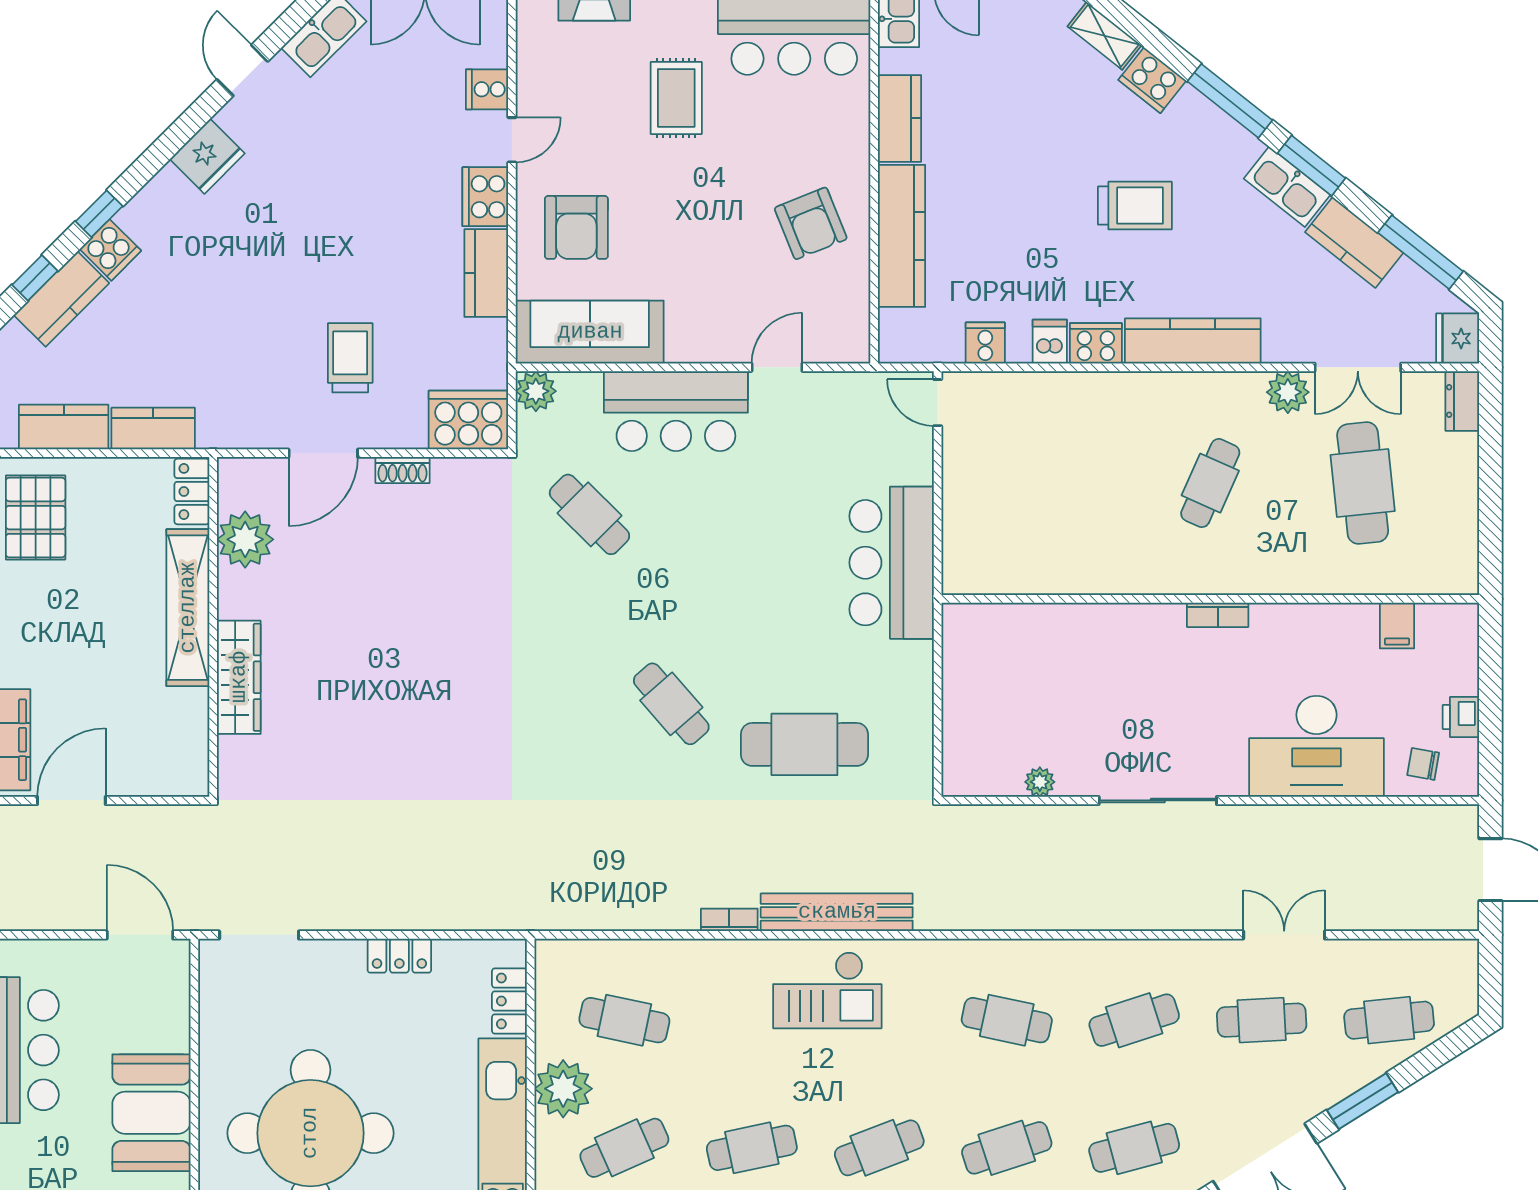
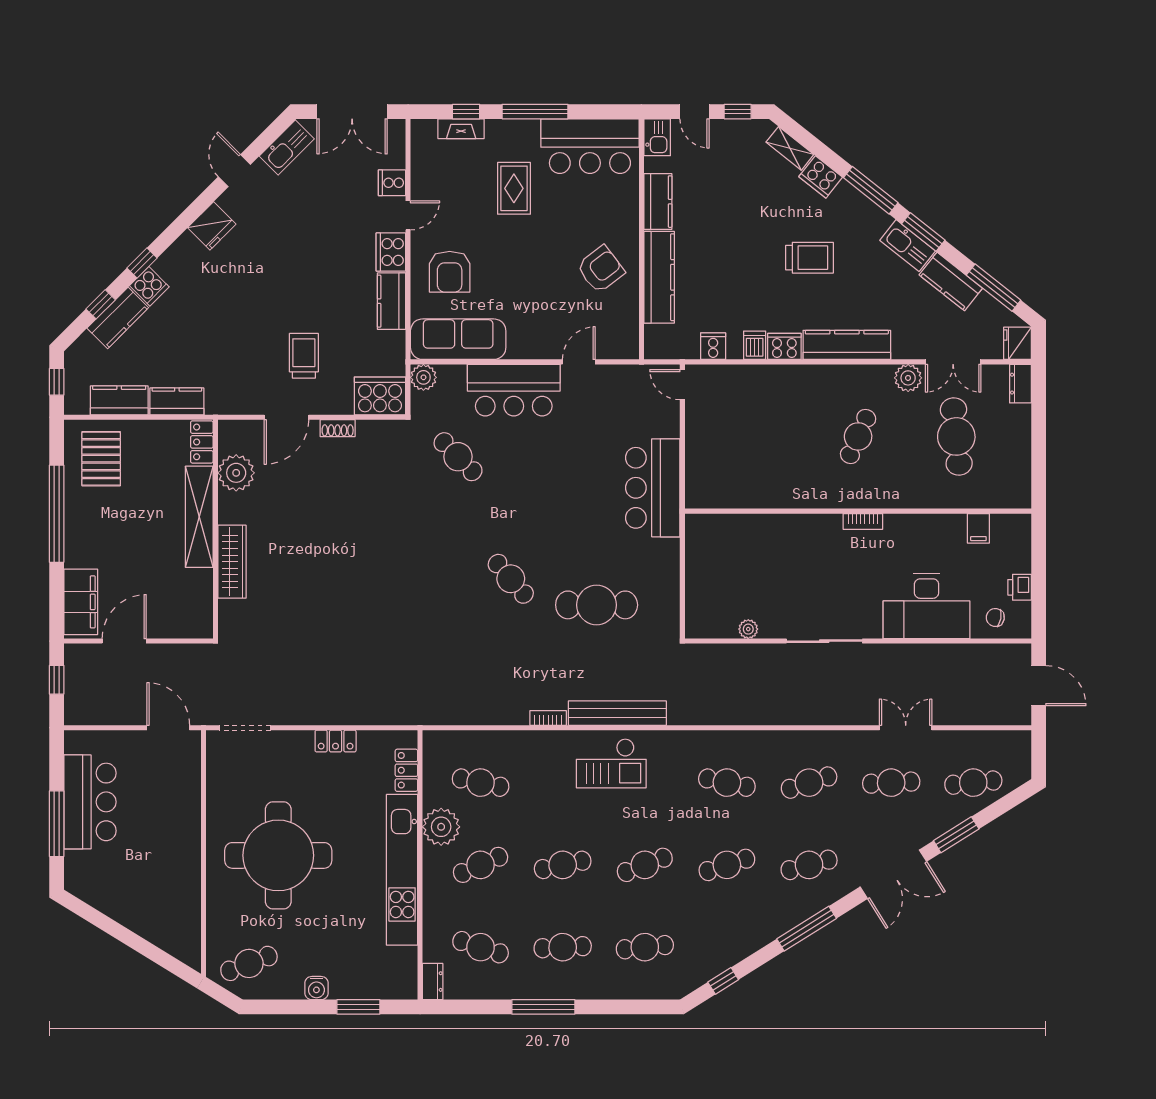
armchair: (811, 223) -> (601, 269), turned -105
booth: (151, 1113) -> (176, 842), removed

